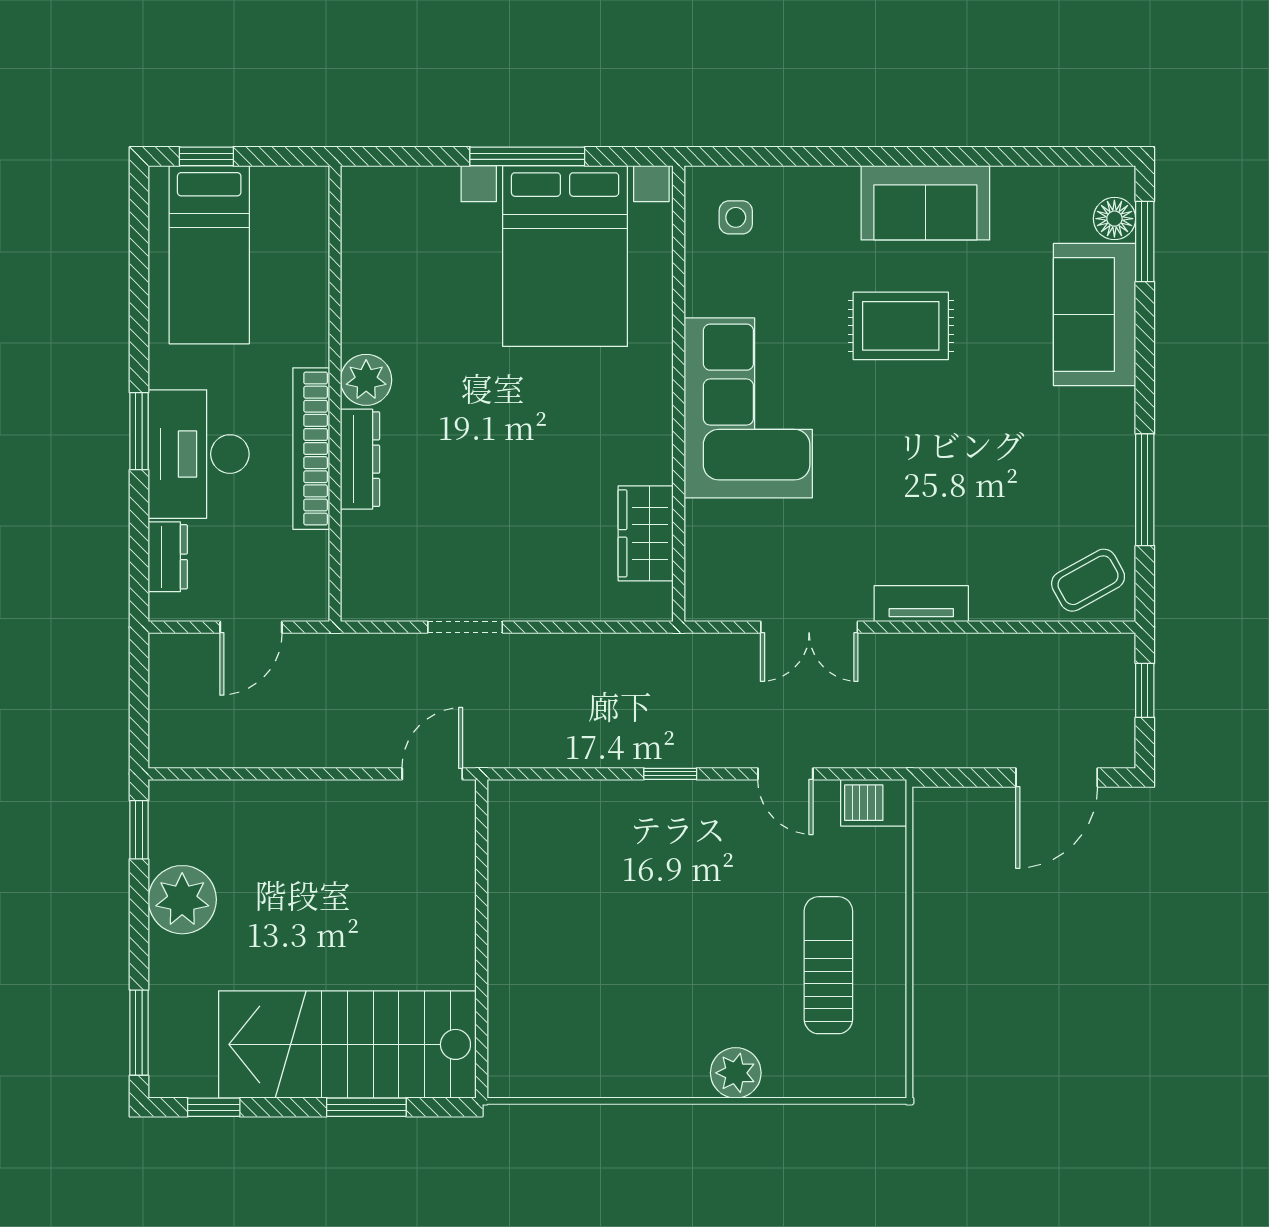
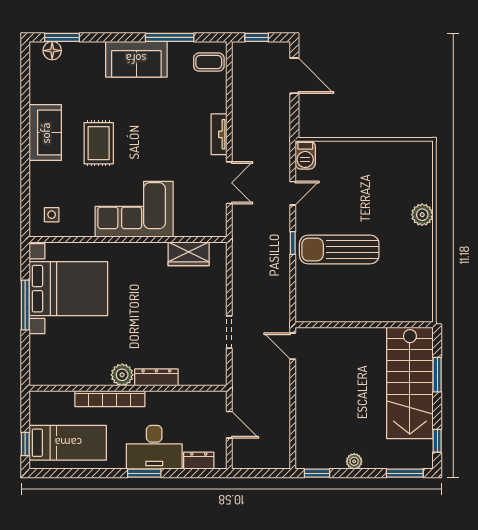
sofa: (1095, 315) -> (136, 59), moved
bookcase: (311, 449) -> (110, 399), moved
coffee table: (1088, 580) -> (209, 62), turned -61
plant: (182, 900) -> (354, 461), width x0.53, depth x0.53
sun lounger: (828, 965) -> (339, 249), moved, width x1.36, depth x1.34

